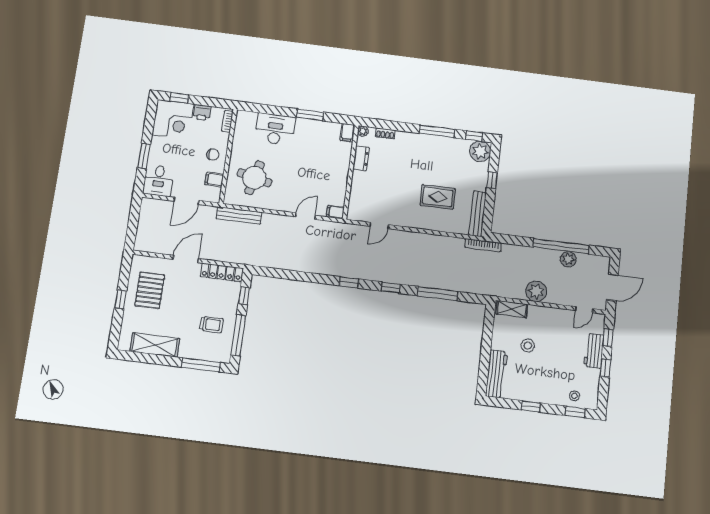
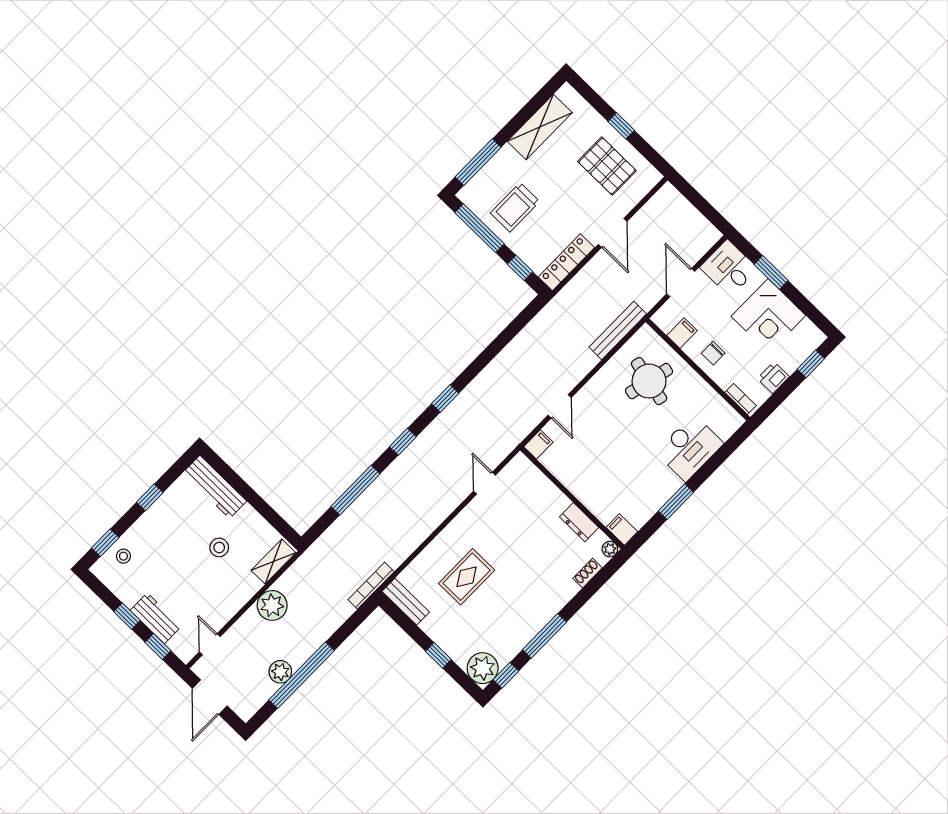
corner desk: (173, 119) -> (768, 316), moved, turned -90
bench: (478, 214) -> (406, 602), width x0.73
trolley: (212, 324) -> (515, 207), width x1.36, depth x1.39

